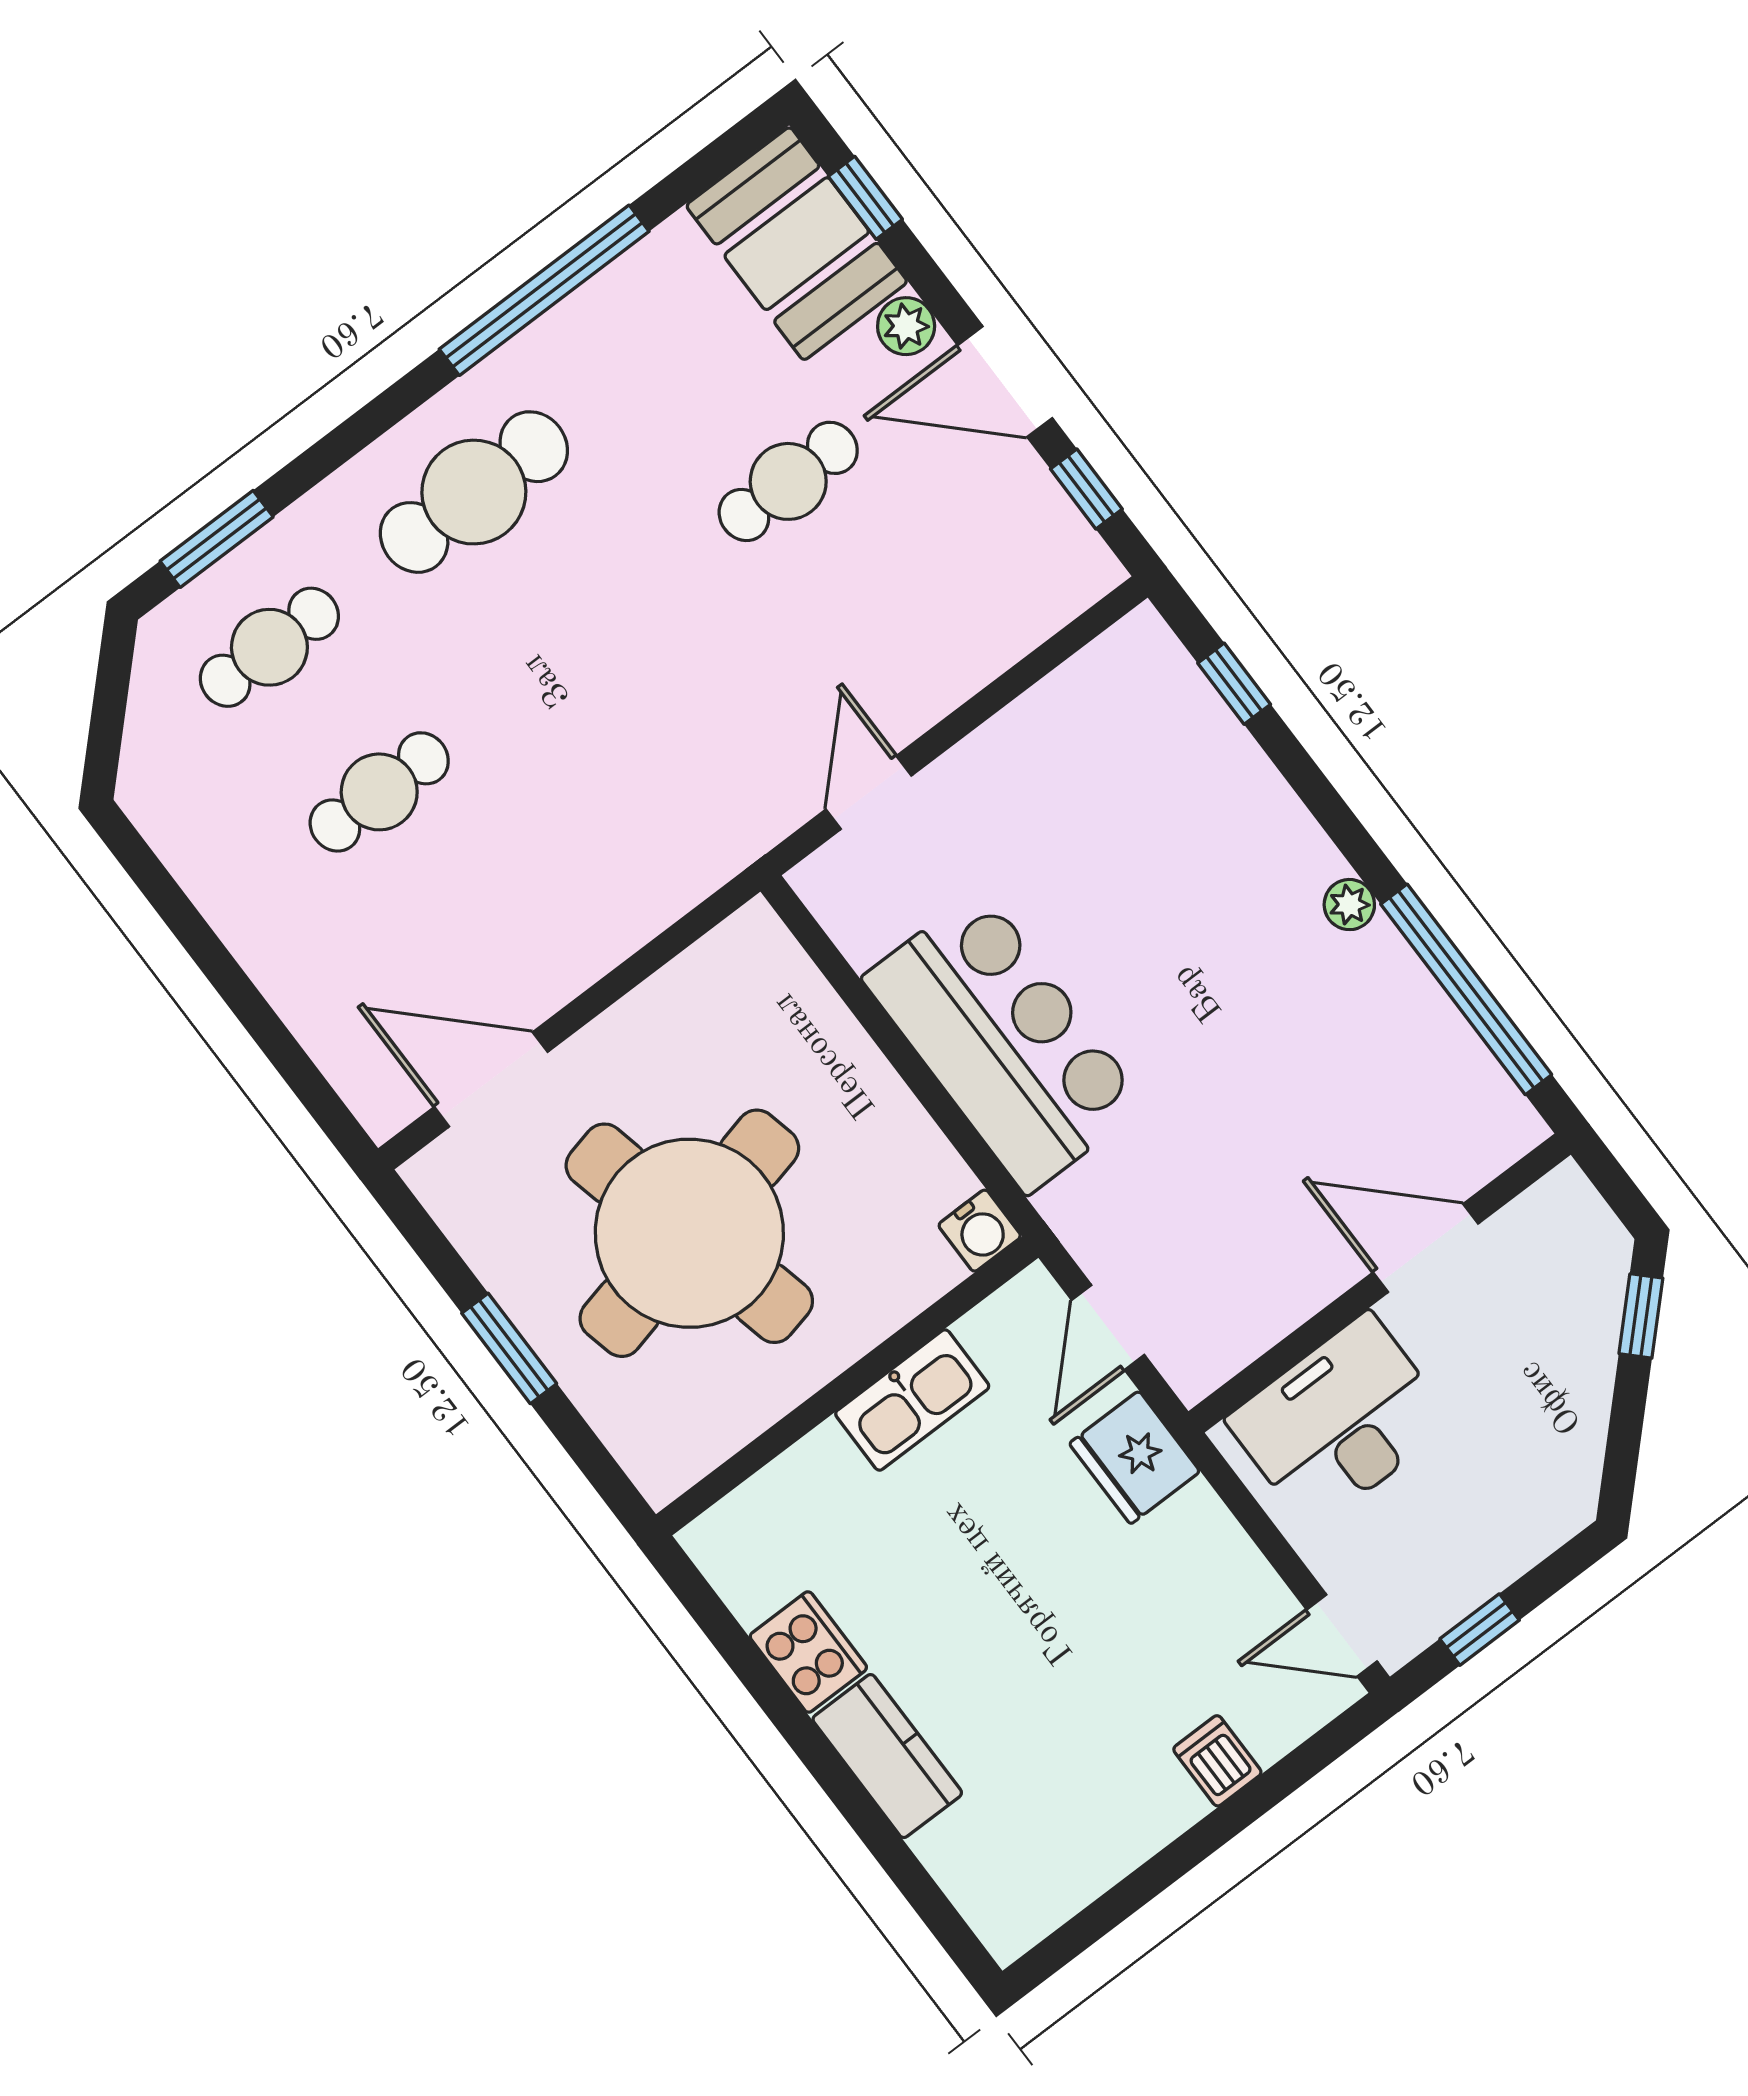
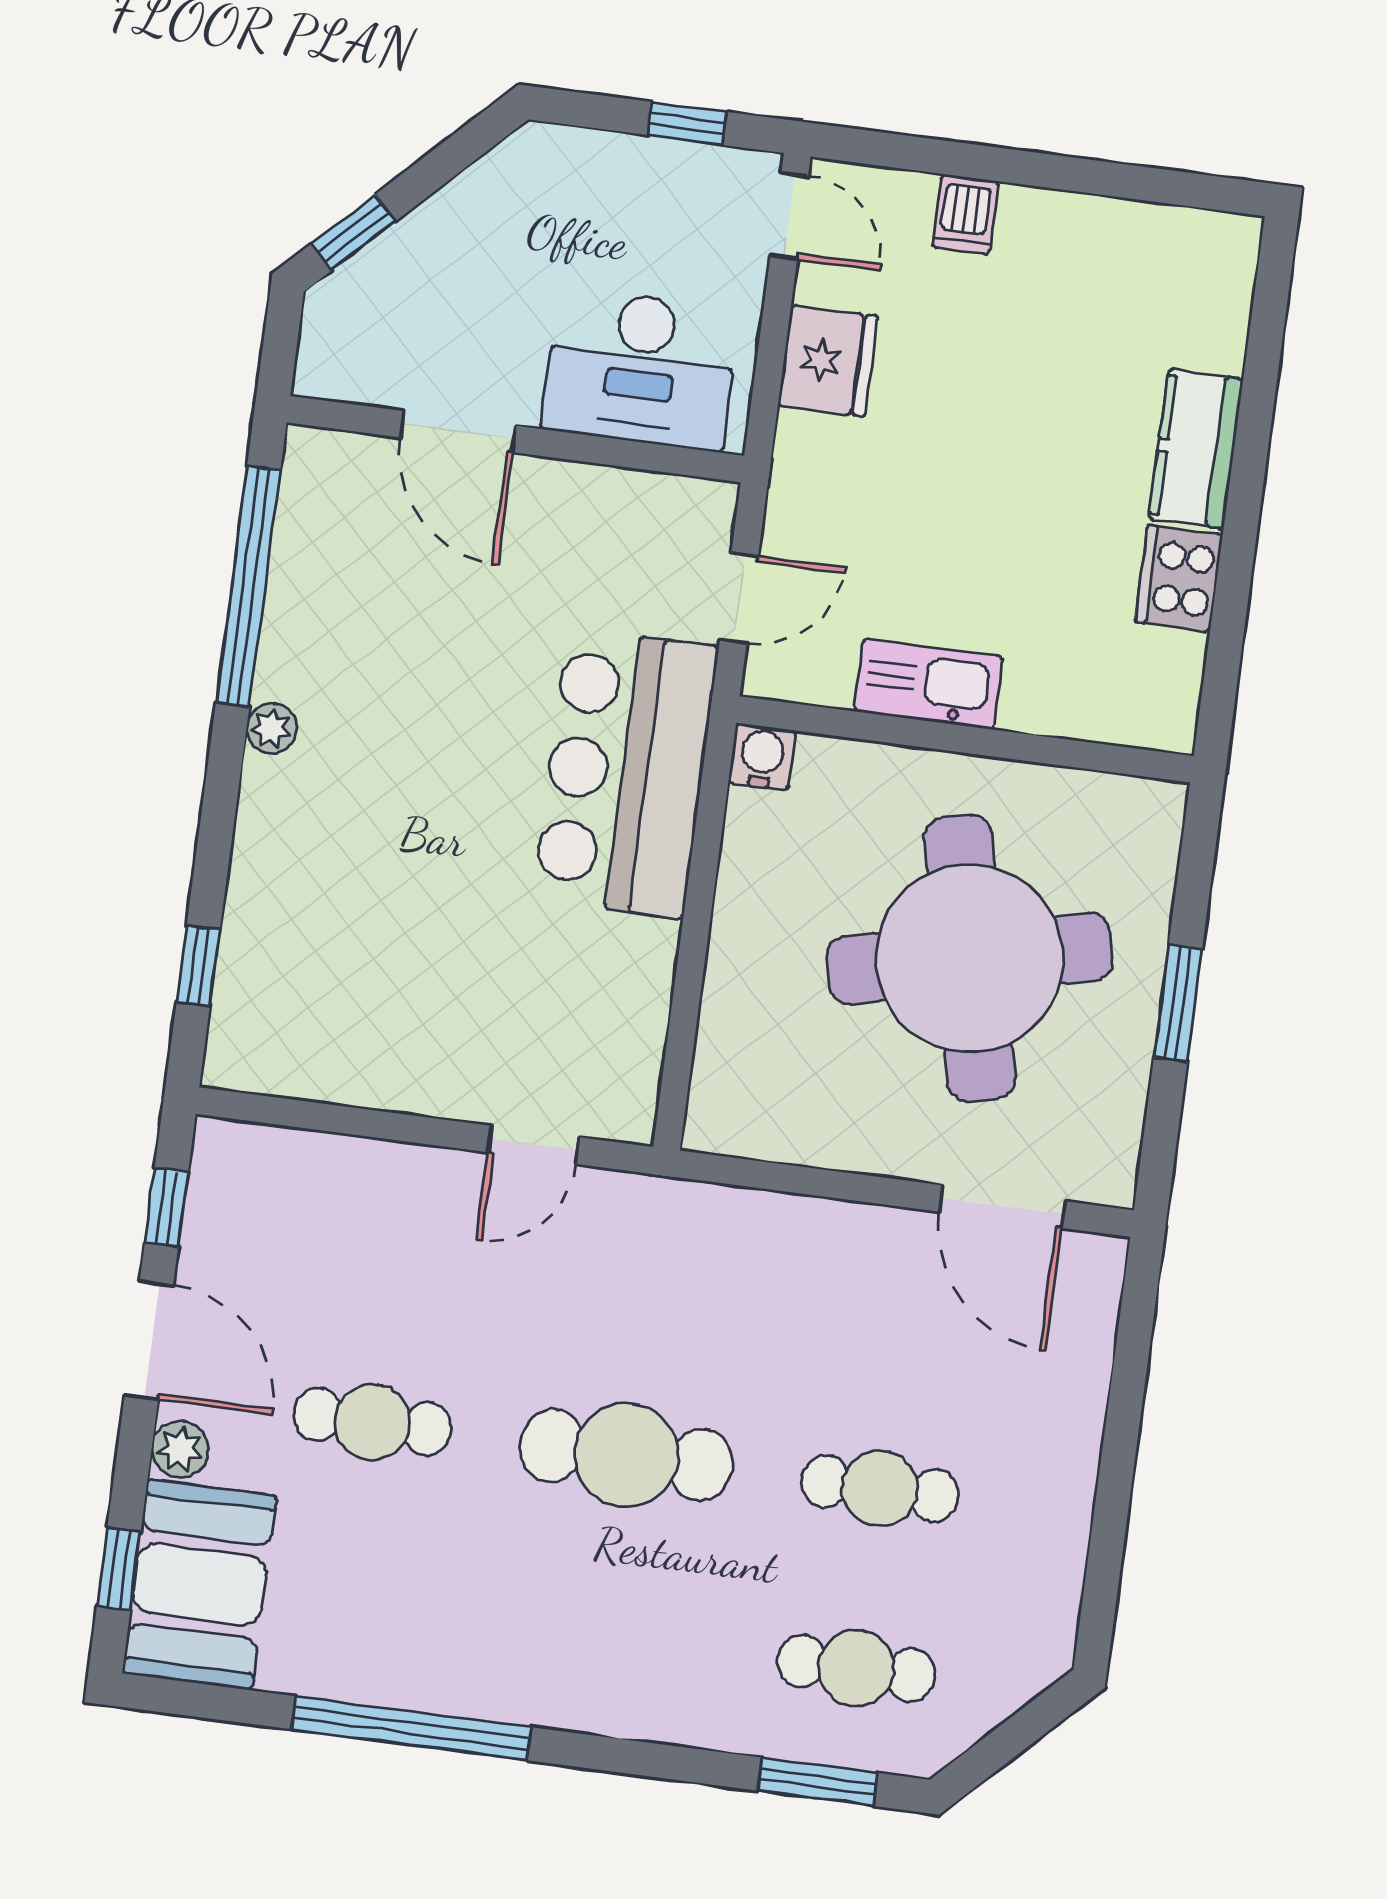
cafe table: (474, 492) -> (626, 1455), moved
bar counter: (1004, 1041) -> (625, 773), moved
fridge: (1135, 1457) -> (828, 361), moved

